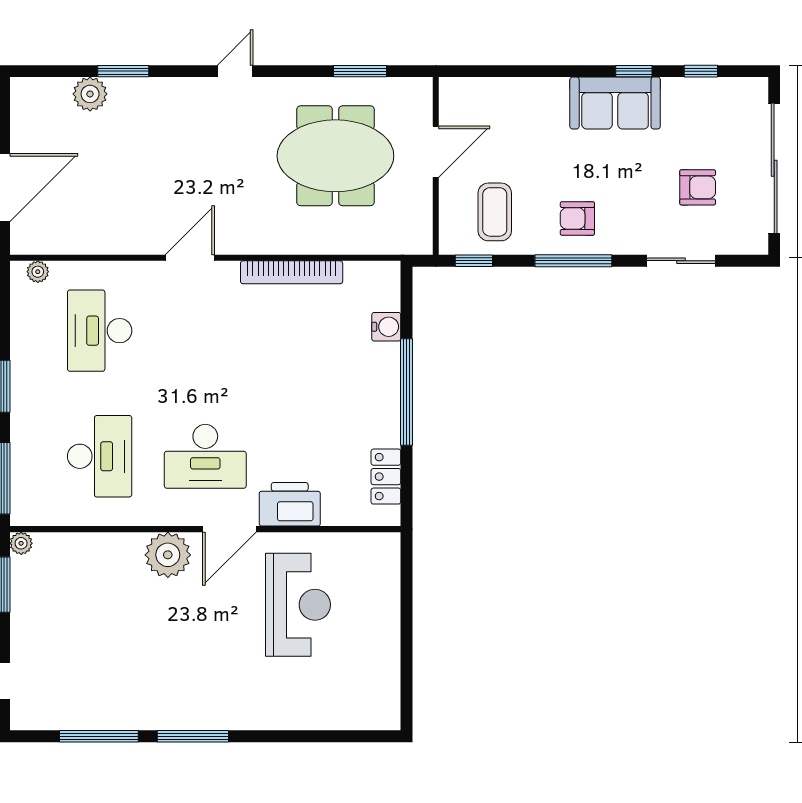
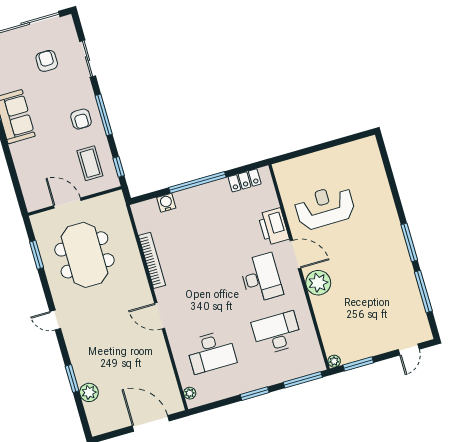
coffee table: (495, 212) -> (90, 163), turned 90

